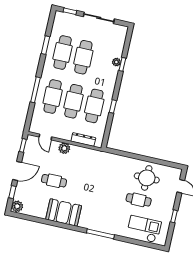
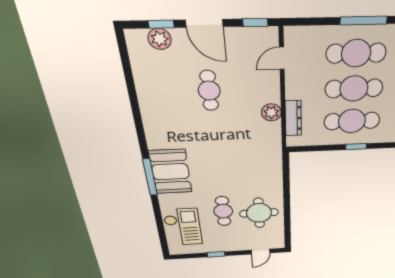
plant: (64, 148) -> (271, 112), moved
plant: (17, 206) -> (160, 39), moved
booth: (64, 212) -> (171, 172), moved

